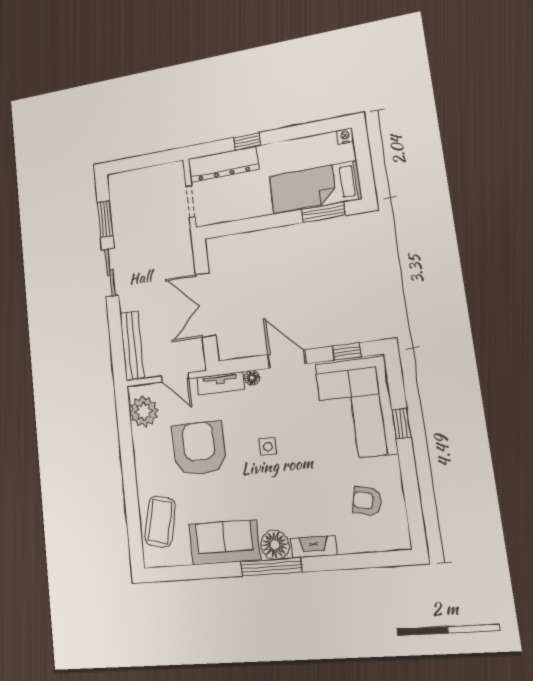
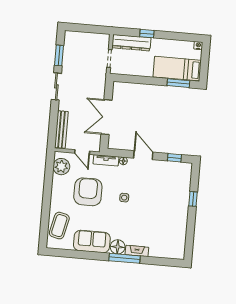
corner sofa: (356, 408) -> (173, 187), removed
armchair: (367, 501) -> (168, 233), removed
window: (271, 567) -> (125, 258), moved

